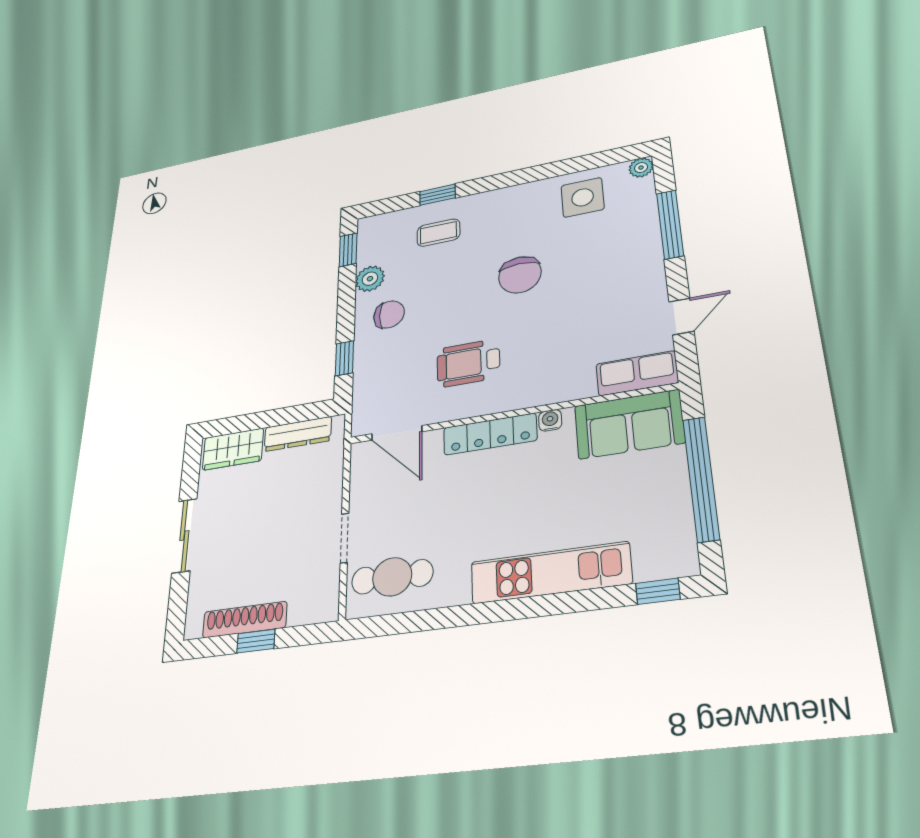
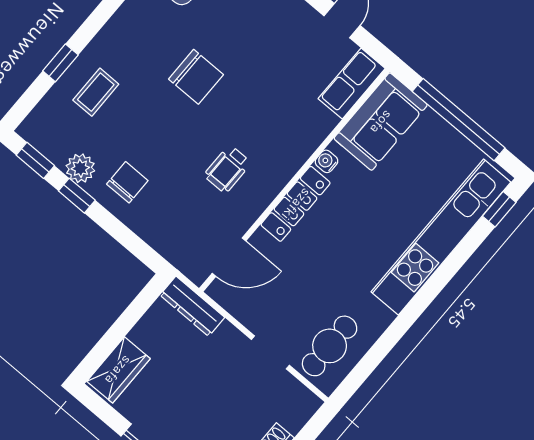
window: (344, 358) -> (77, 196), moved
wheelchair: (468, 363) -> (227, 169), width x0.73, depth x0.73
dresser: (298, 434) -> (192, 306), moved, turned 90
kitchen unit: (550, 573) -> (441, 237), width x1.36

